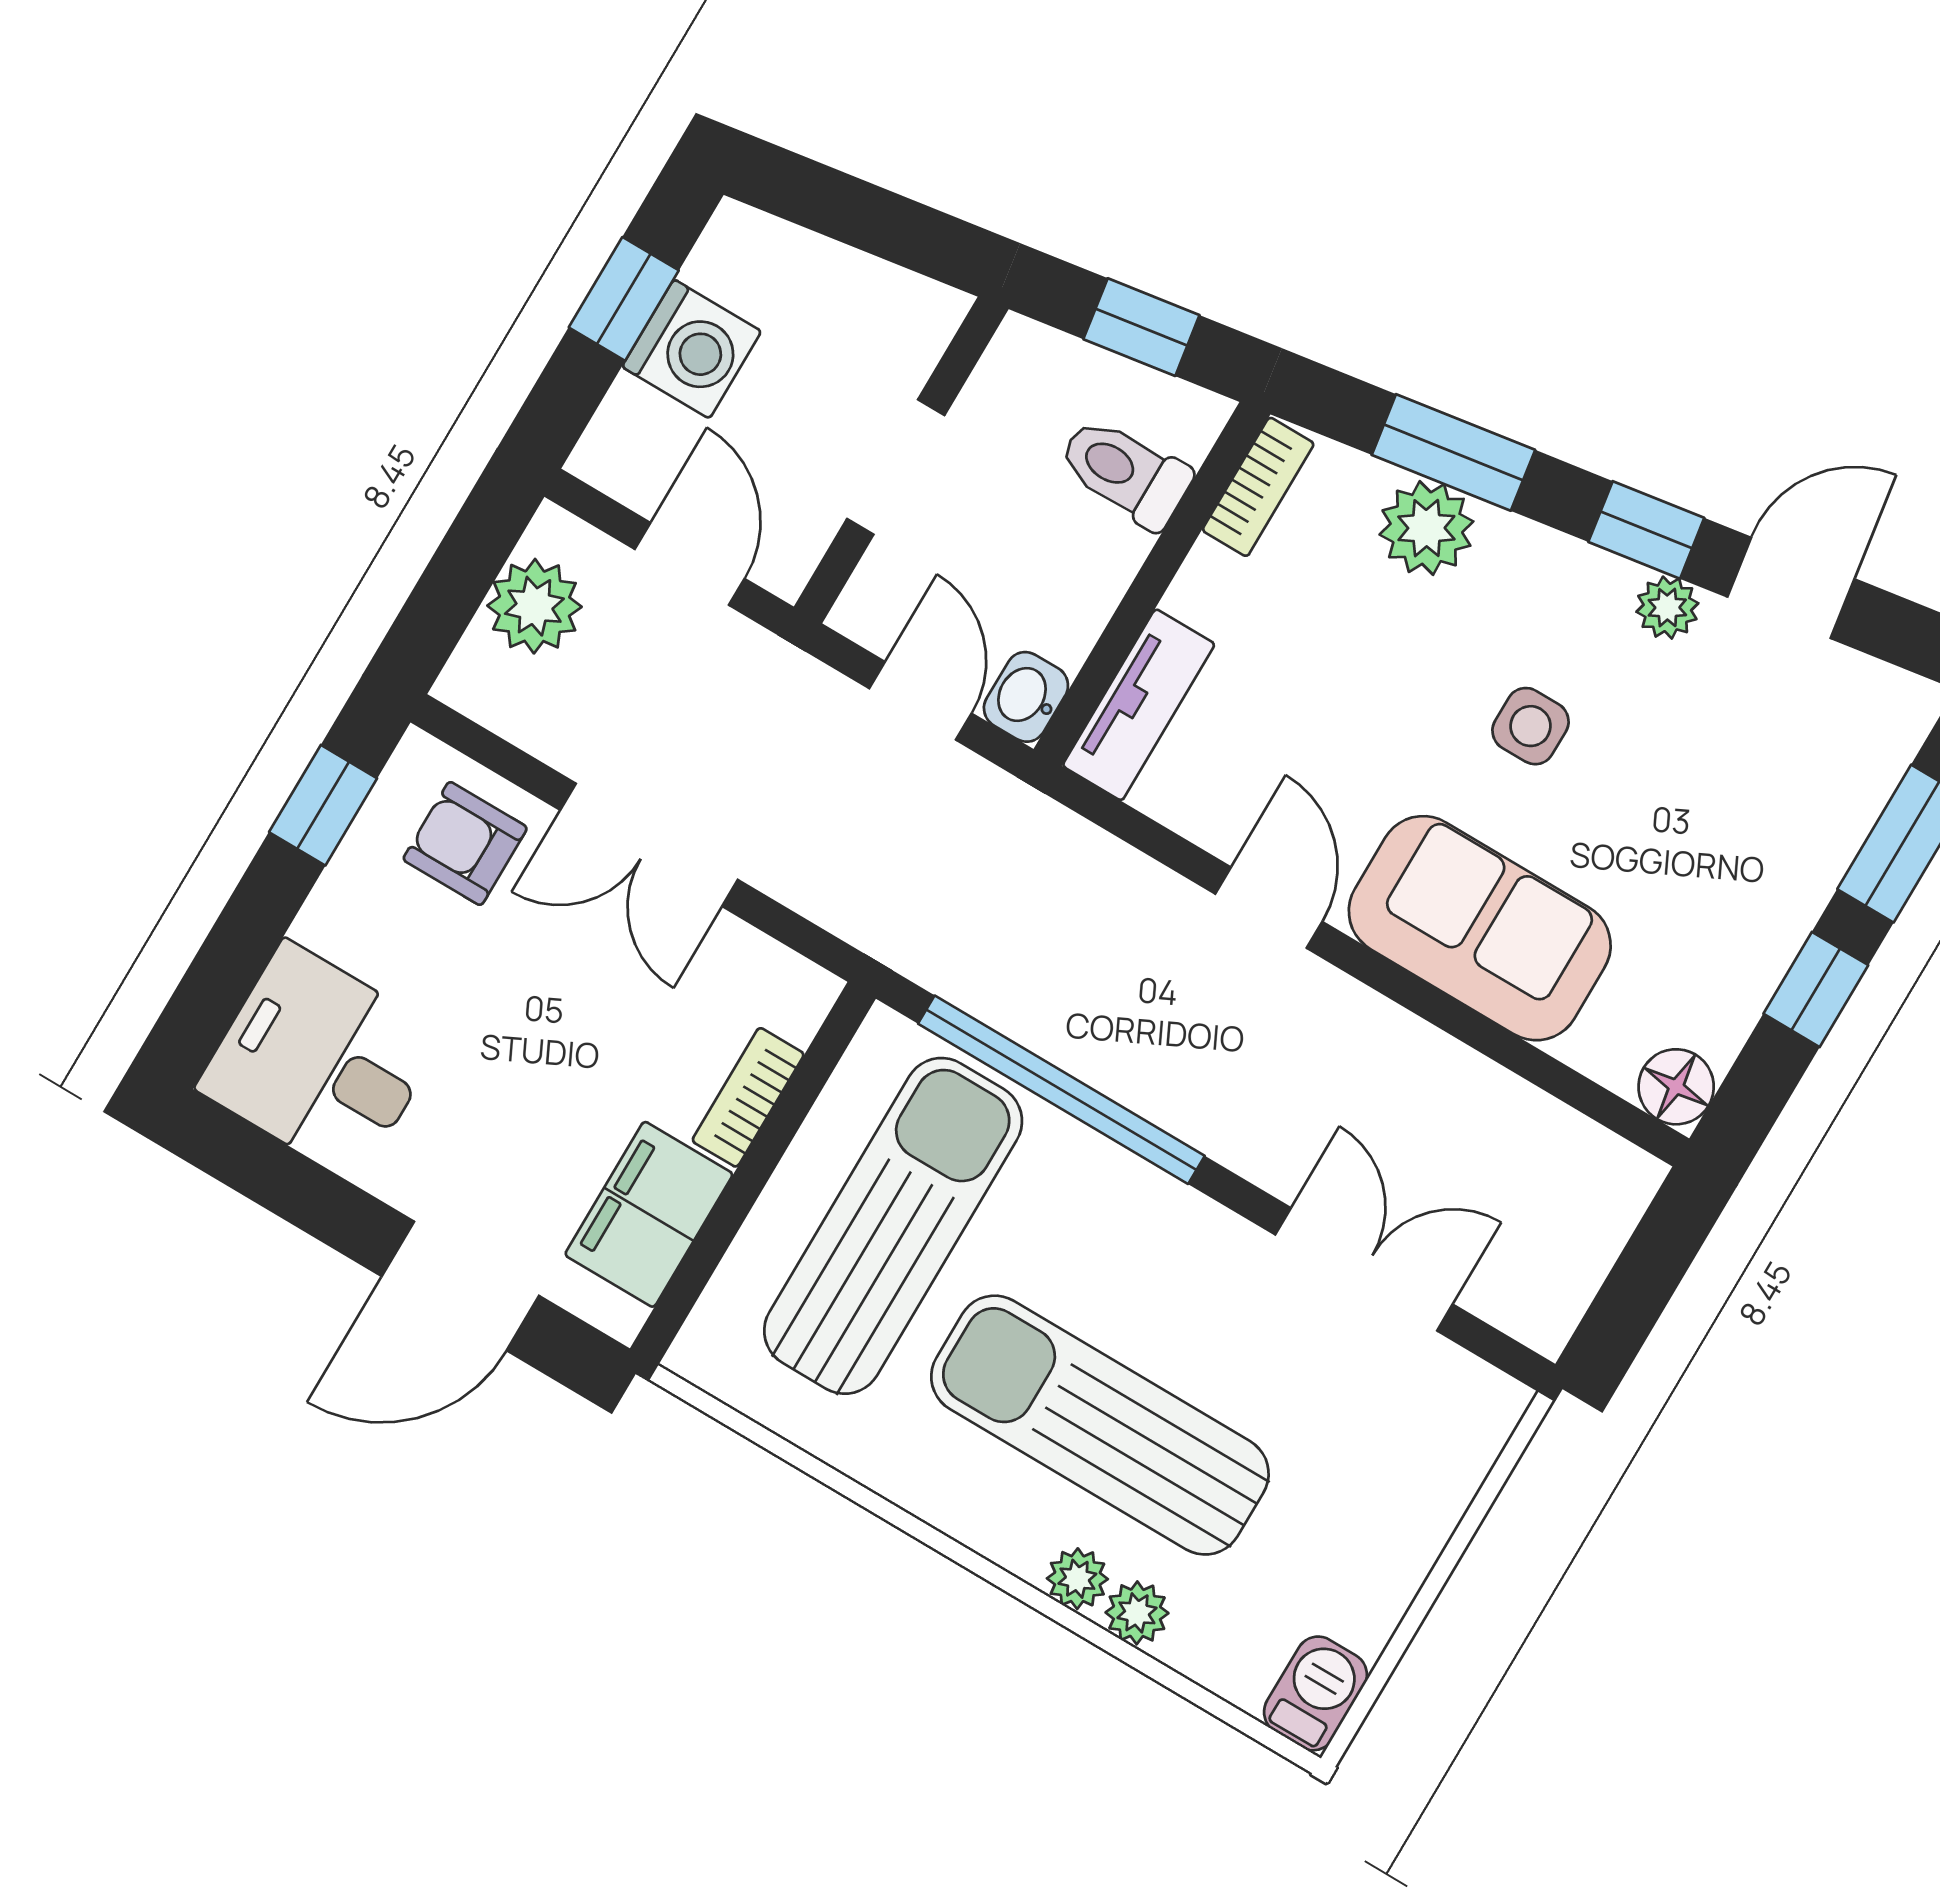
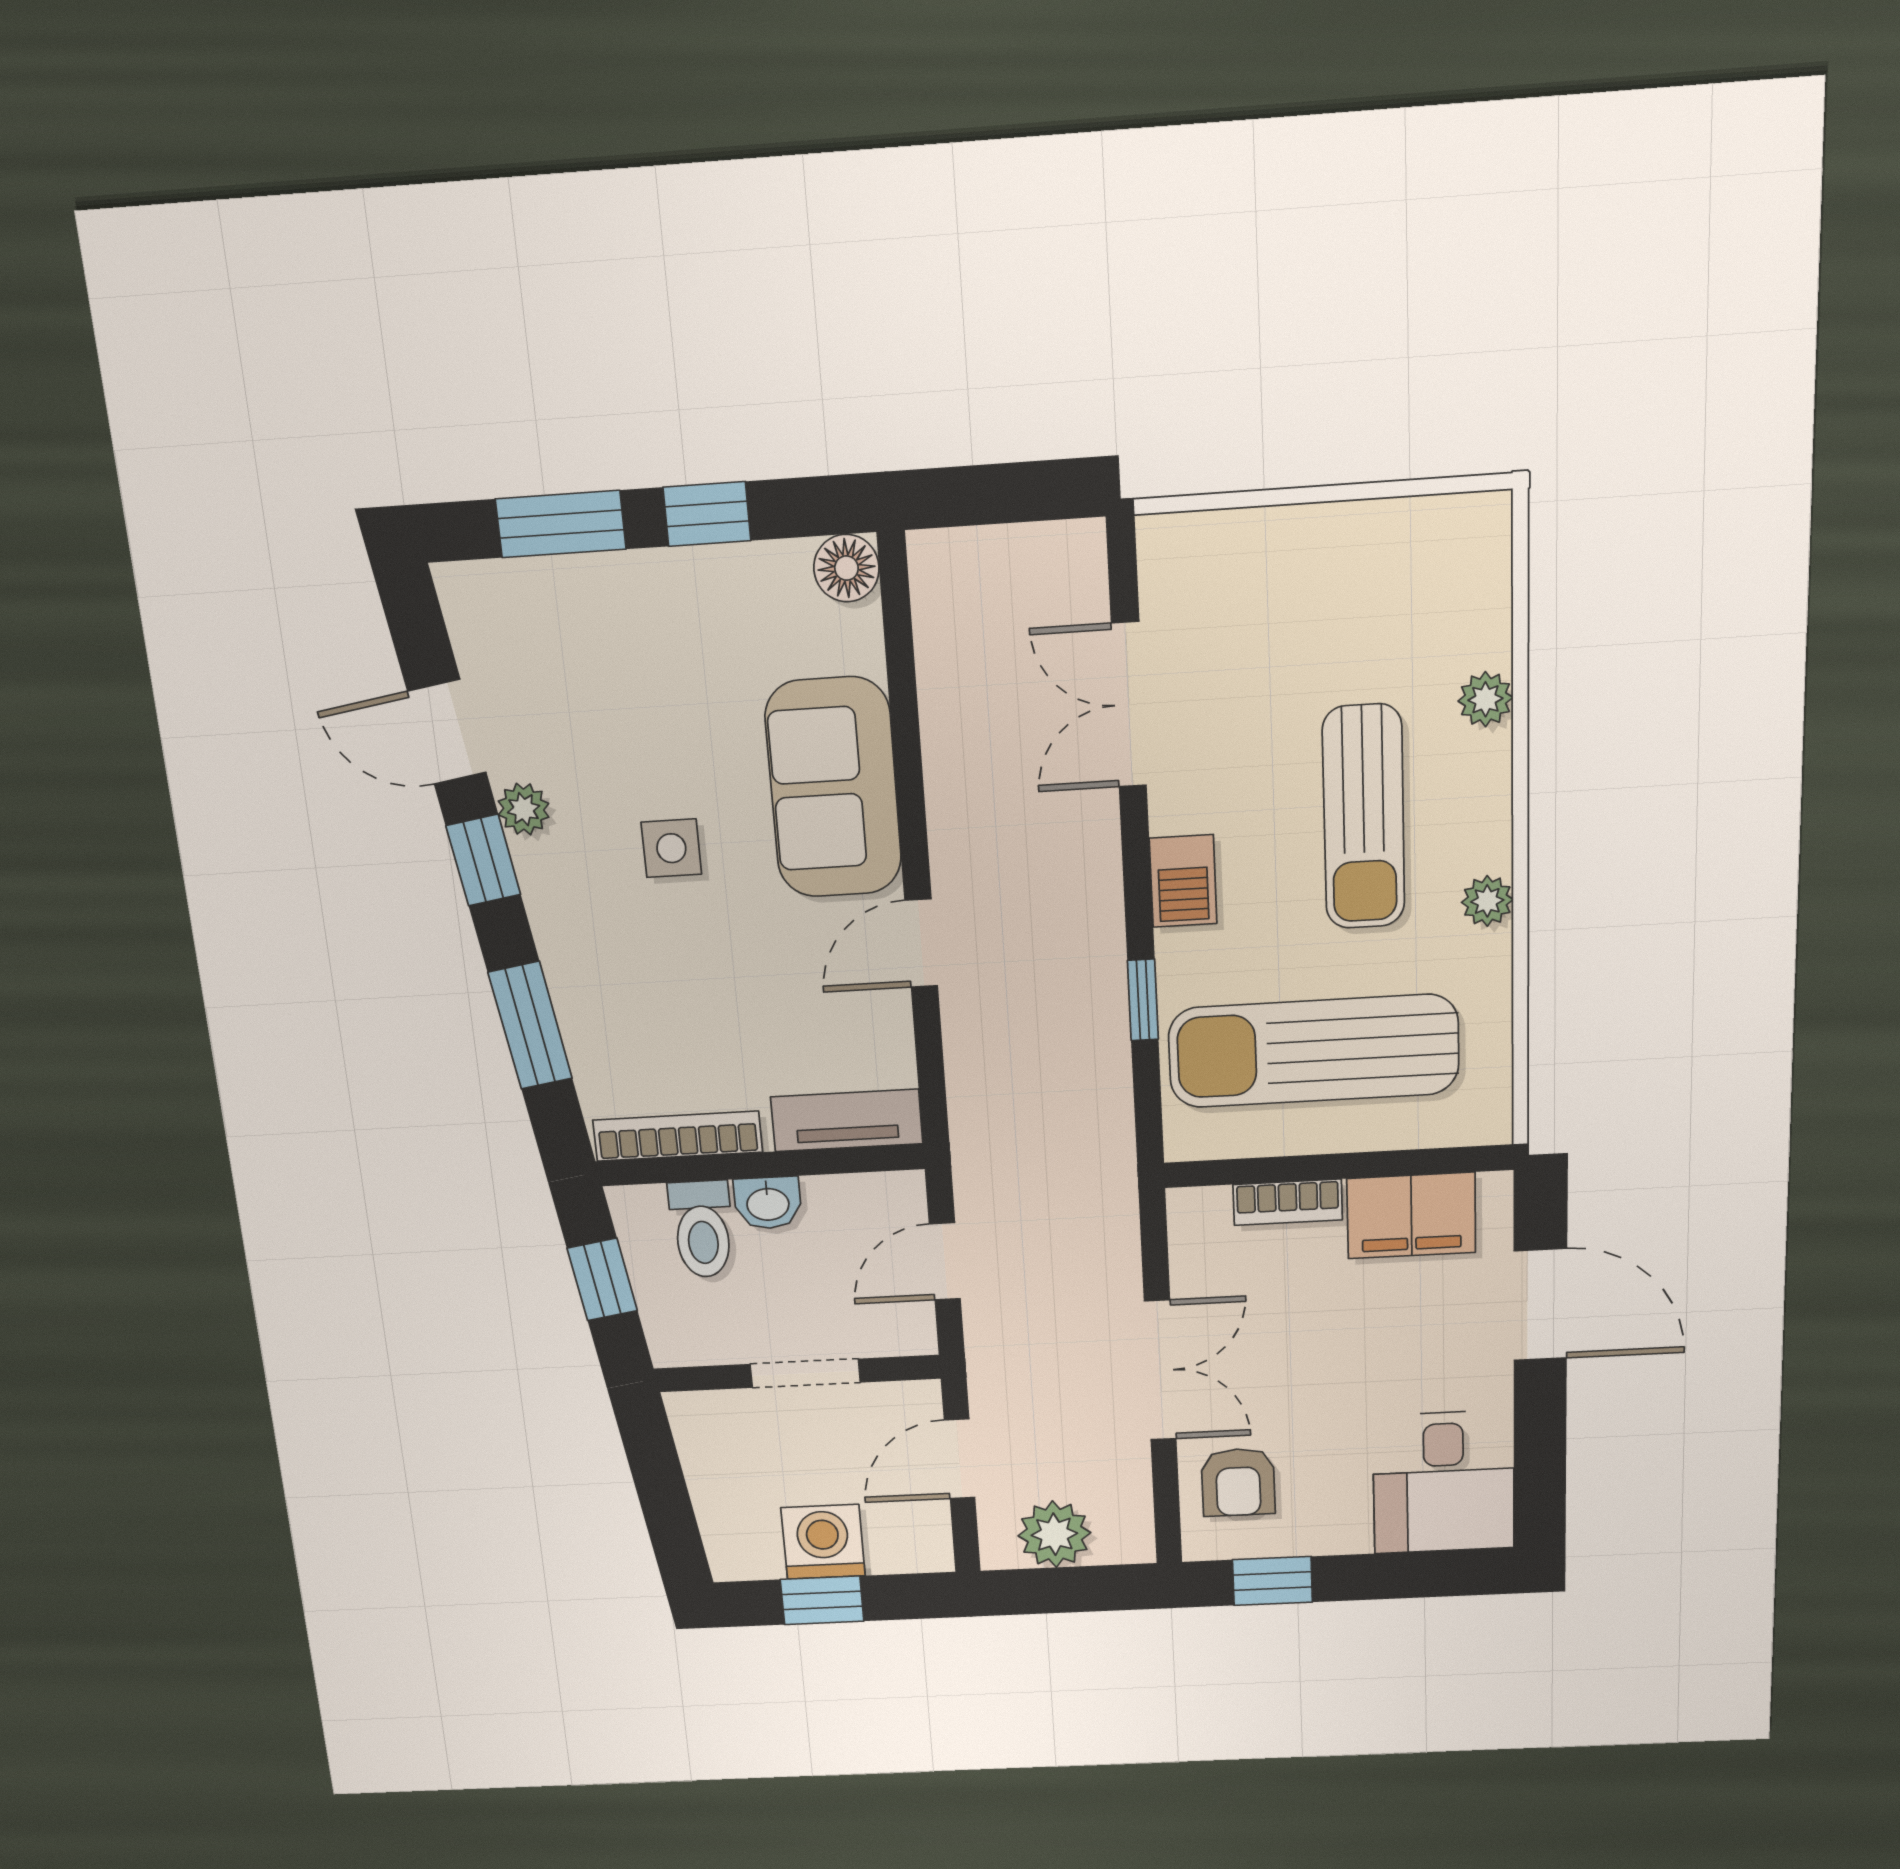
bookcase: (1258, 487) -> (678, 1136), width x1.56
plant: (1426, 528) -> (592, 1010), removed
washbasin: (1026, 697) -> (768, 1203), moved
window: (1061, 1090) -> (1143, 1000), width x0.32
sun lounger: (1100, 1425) -> (1364, 817), width x0.73, depth x0.75
plant: (1077, 1579) -> (1487, 901), moved
barbecue: (1315, 1693) -> (1183, 881), moved, turned -90

